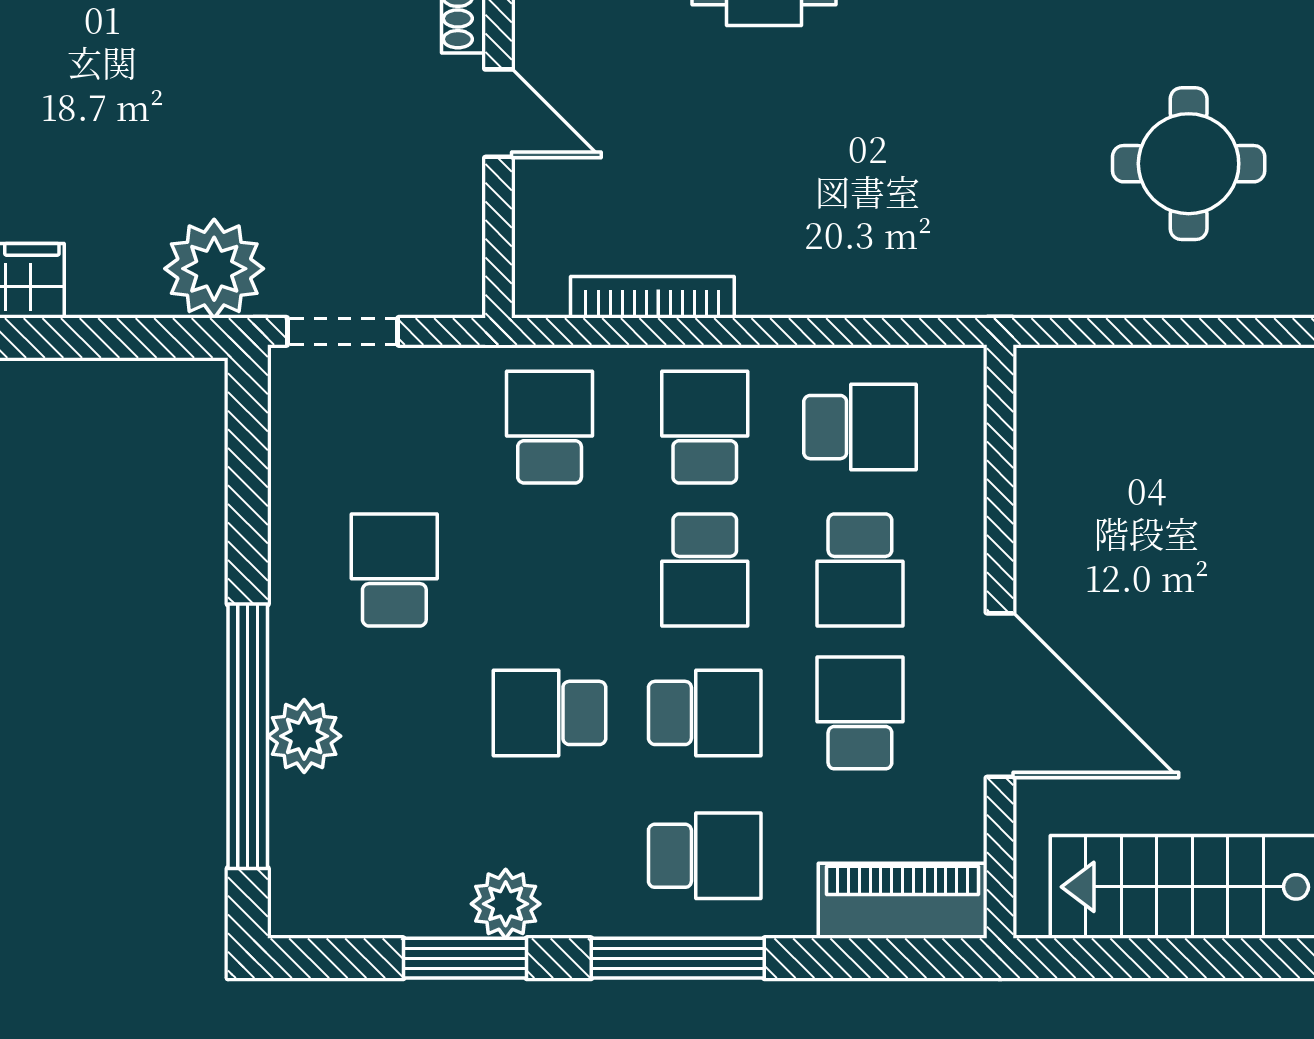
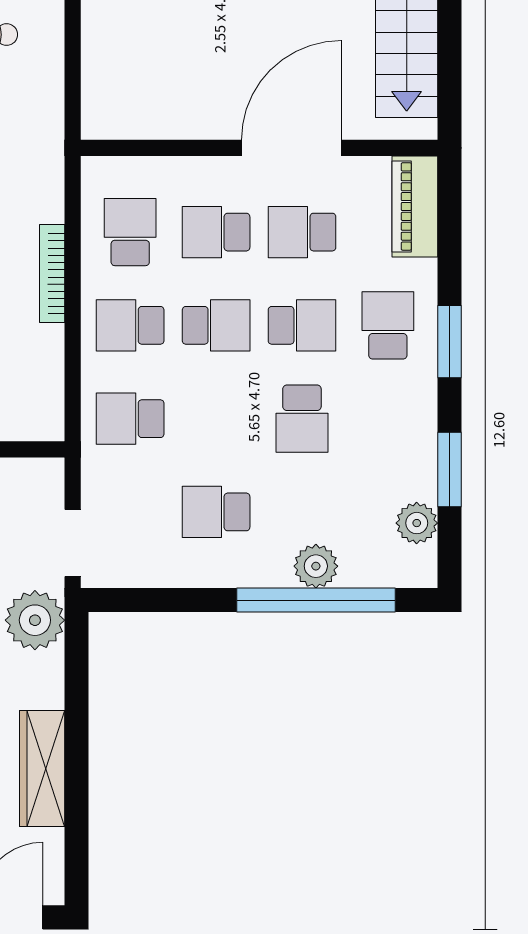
bookcase: (652, 297) -> (52, 274), moved
school desk: (860, 570) -> (216, 232), turned 180
school desk: (705, 713) -> (302, 325), turned 90
plant: (506, 904) -> (417, 523), moved
window: (678, 958) -> (449, 342), width x0.69

